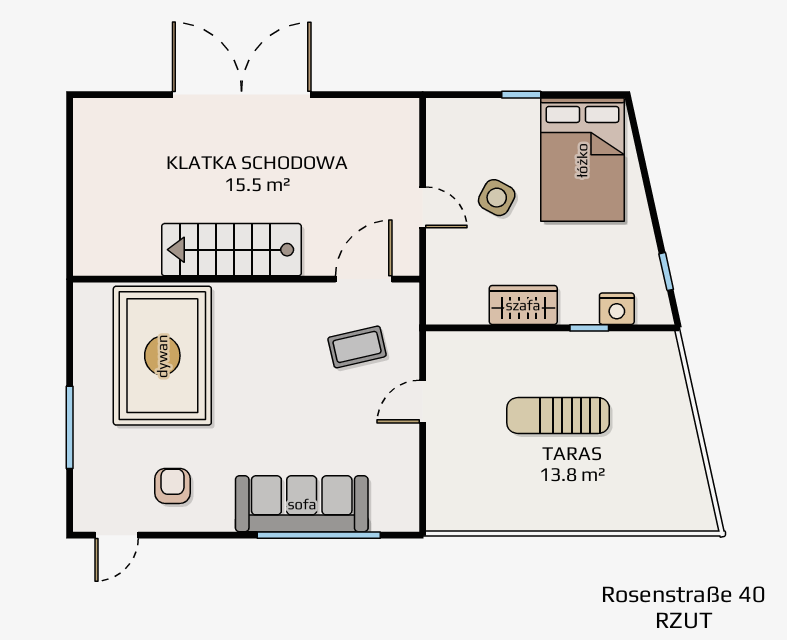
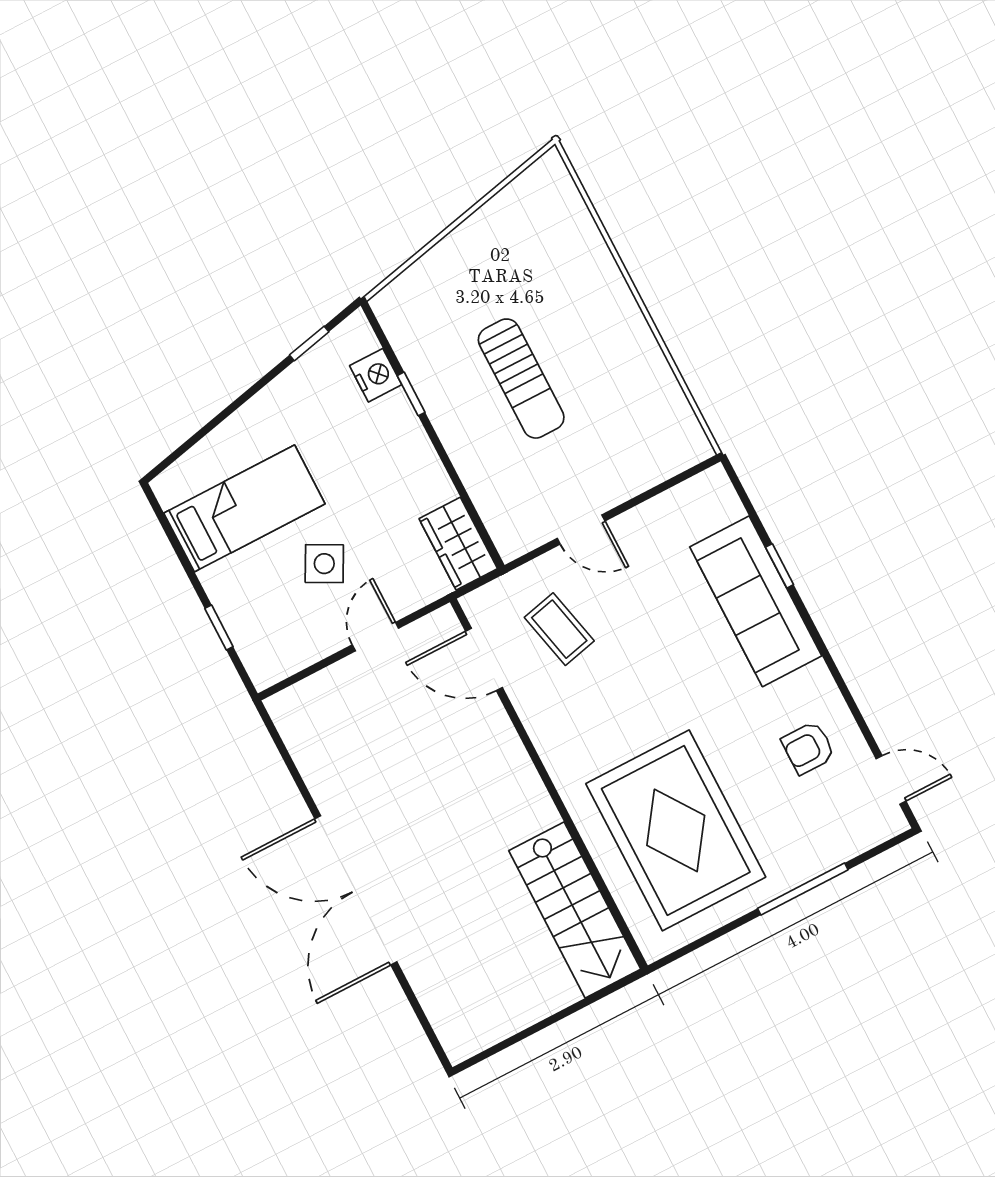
window: (521, 95) -> (219, 628), moved
bed: (582, 160) -> (244, 508), width x0.67
stairs: (231, 250) -> (575, 910), moved
wardrobe: (523, 305) -> (458, 544), moved
rug: (162, 356) -> (676, 830), turned 90
window: (319, 535) -> (780, 566), width x0.32

